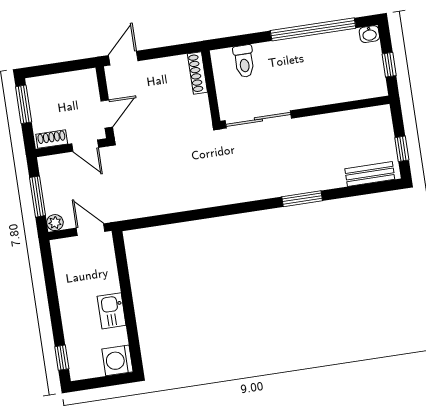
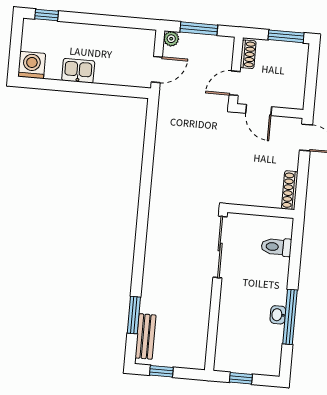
window: (313, 29) -> (290, 317), width x0.68
washbasin: (369, 34) -> (278, 315), moved
shoe rack: (197, 73) -> (290, 190), moved, turned -90
window: (302, 199) -> (134, 315), moved

